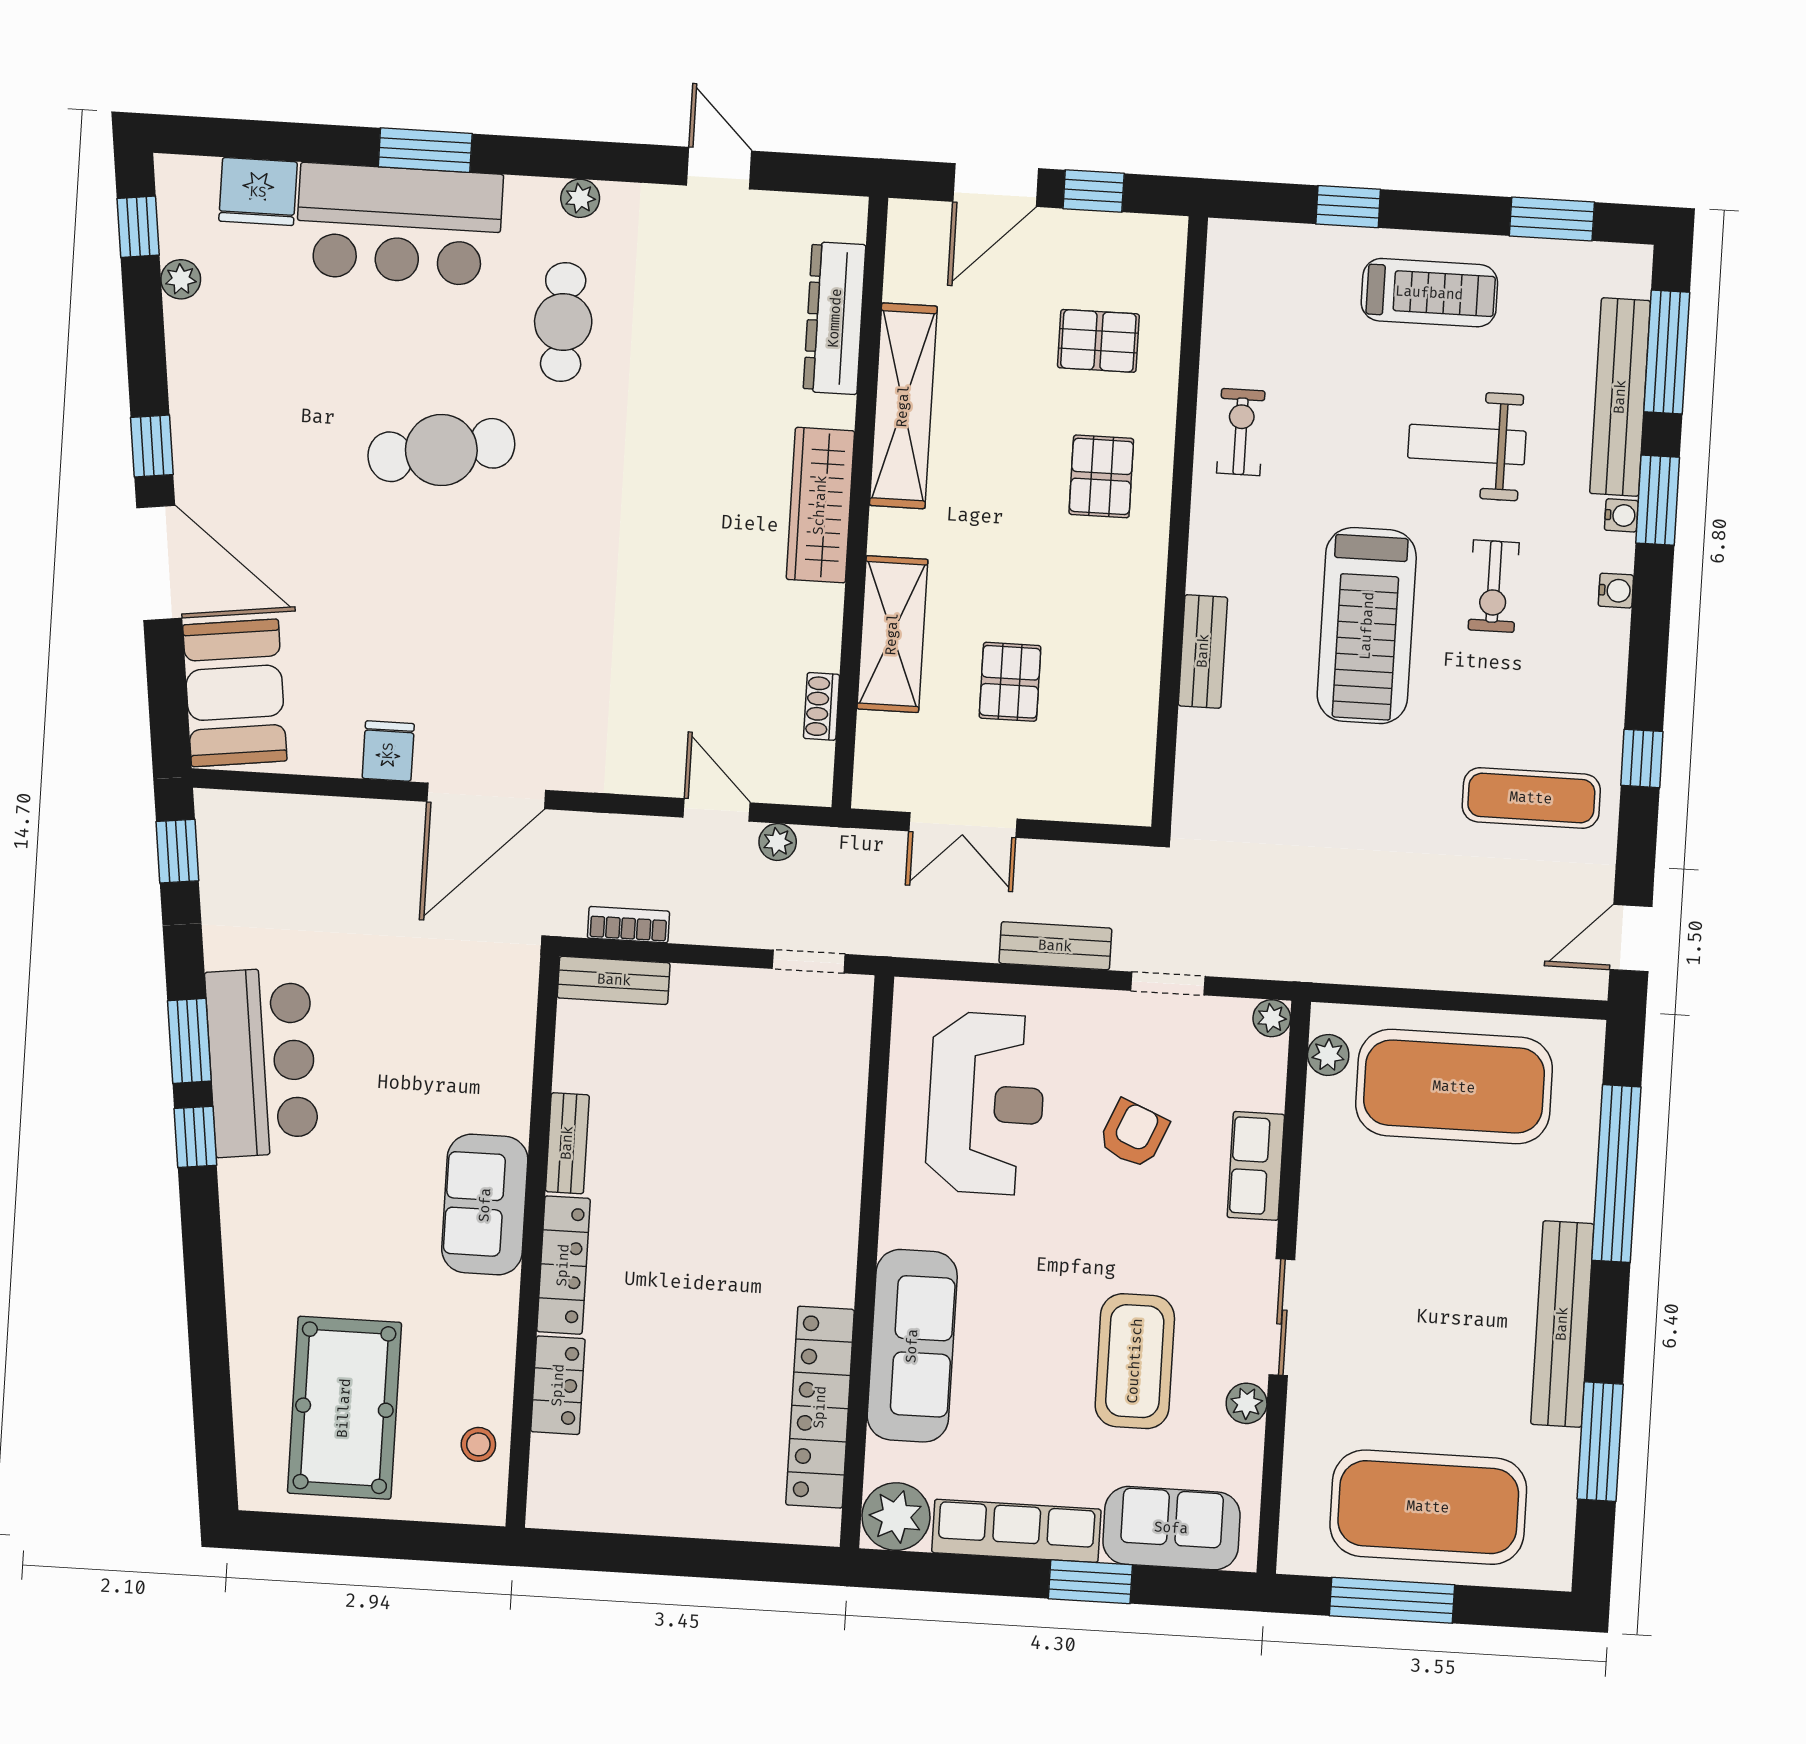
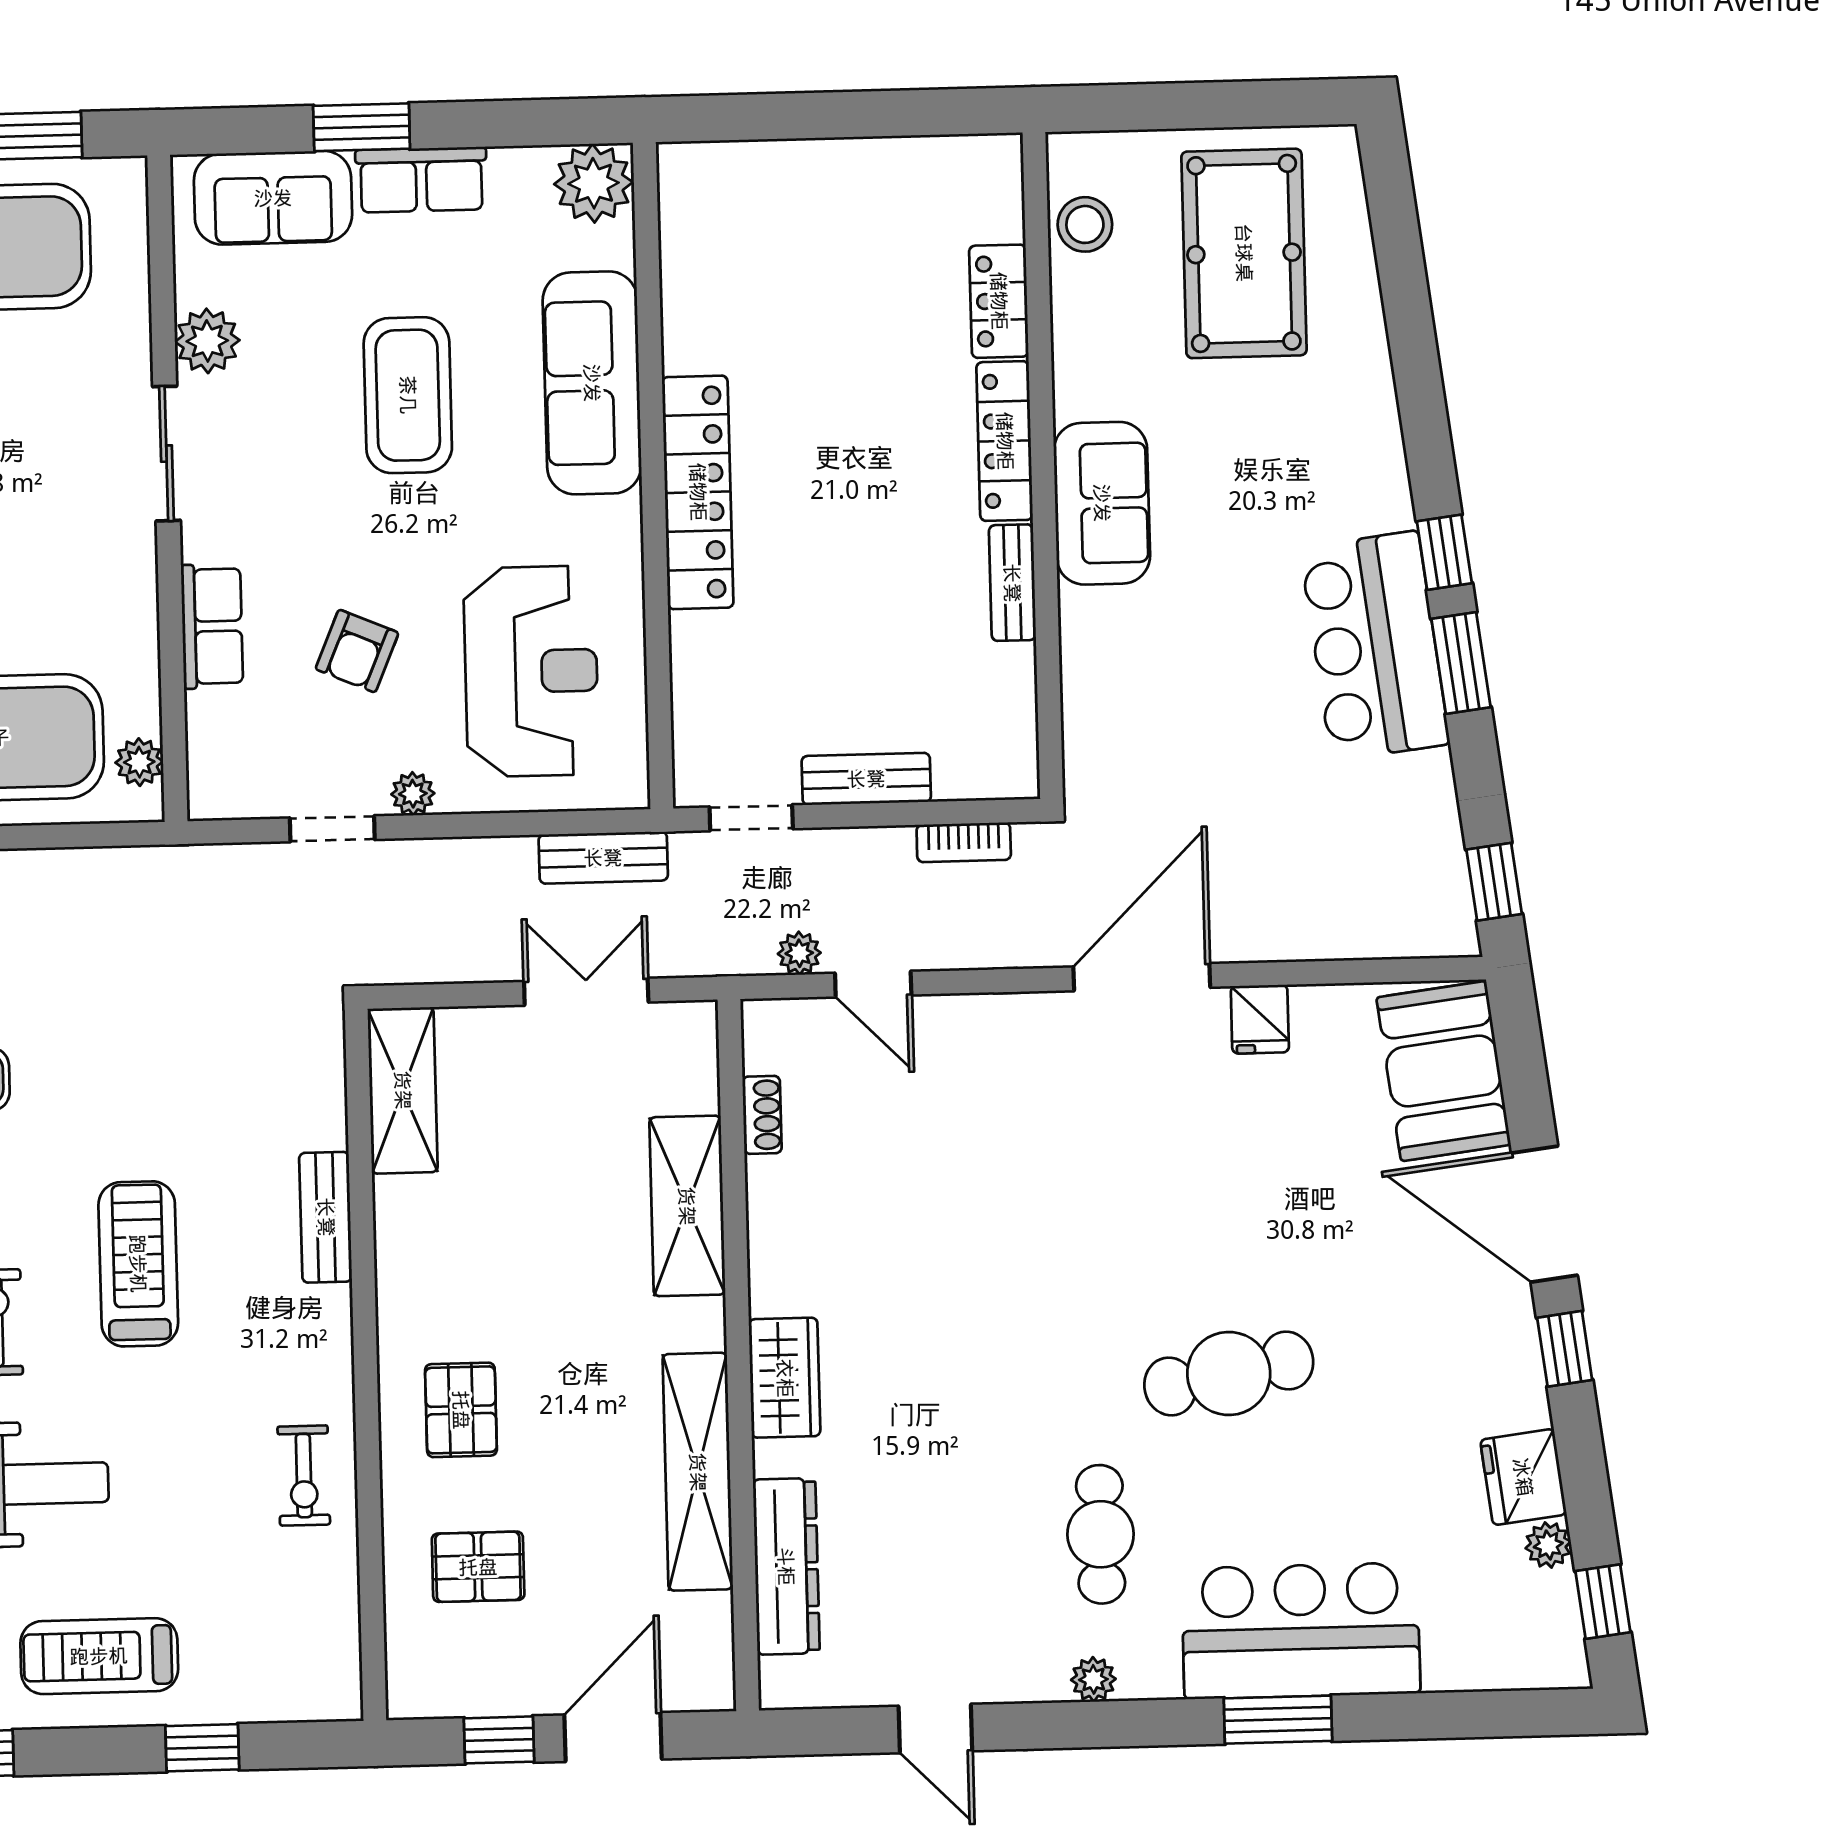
fridge: (258, 192) -> (1523, 1477), moved, turned -97
wardrobe: (820, 505) -> (785, 1378), width x0.67
treadmill: (1367, 626) -> (138, 1264), width x0.73, depth x0.73
pallet: (1010, 682) -> (546, 1163), removed
shelving: (1127, 754) -> (403, 1090), added
bench: (1055, 946) -> (603, 858), moved
bench: (614, 980) -> (866, 779), moved
plant: (1272, 1018) -> (413, 794), moved
reception desk: (986, 1103) -> (531, 671), turned 180
coffee table: (1135, 1361) -> (408, 395), moved
plant: (1247, 1403) -> (207, 341), width x1.38, depth x1.38
locker: (820, 1407) -> (698, 492), moved
stool: (478, 1444) -> (1085, 224), width x1.37, depth x1.37
row of seats: (1016, 1531) -> (421, 180), width x0.68

